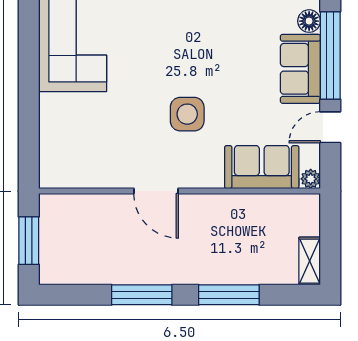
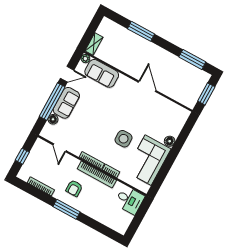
floor lamp: (50, 105) -> (170, 141), added
side table: (187, 114) -> (124, 139), moved
shelving: (310, 261) -> (94, 44), moved
window: (142, 295) -> (192, 59), moved

